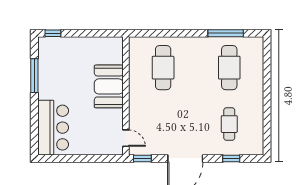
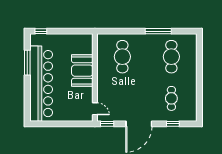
window: (226, 33) -> (158, 31), moved
bar counter: (53, 128) -> (41, 84), width x1.86

